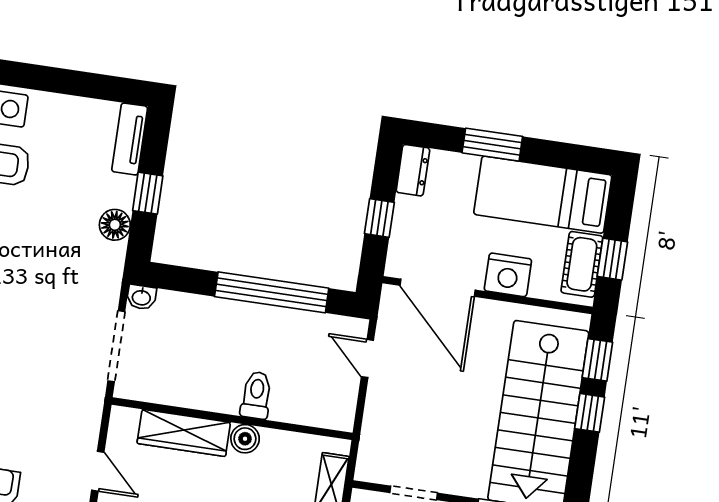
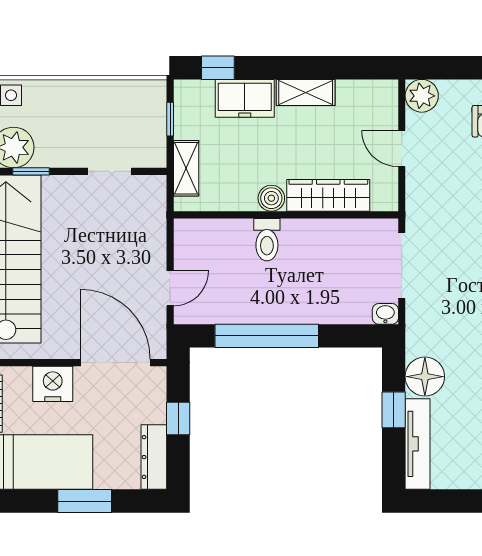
tv unit: (130, 139) -> (418, 444), width x1.41
dresser: (413, 170) -> (154, 457), width x1.44
floor lamp: (115, 225) -> (425, 377), width x1.38, depth x1.38
door: (367, 358) -> (170, 288), hinge flipped

